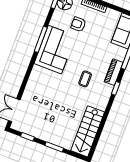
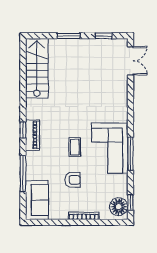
armchair: (78, 24) -> (73, 180), moved
piano: (114, 72) -> (32, 135), moved
coffee table: (85, 79) -> (75, 147), moved

